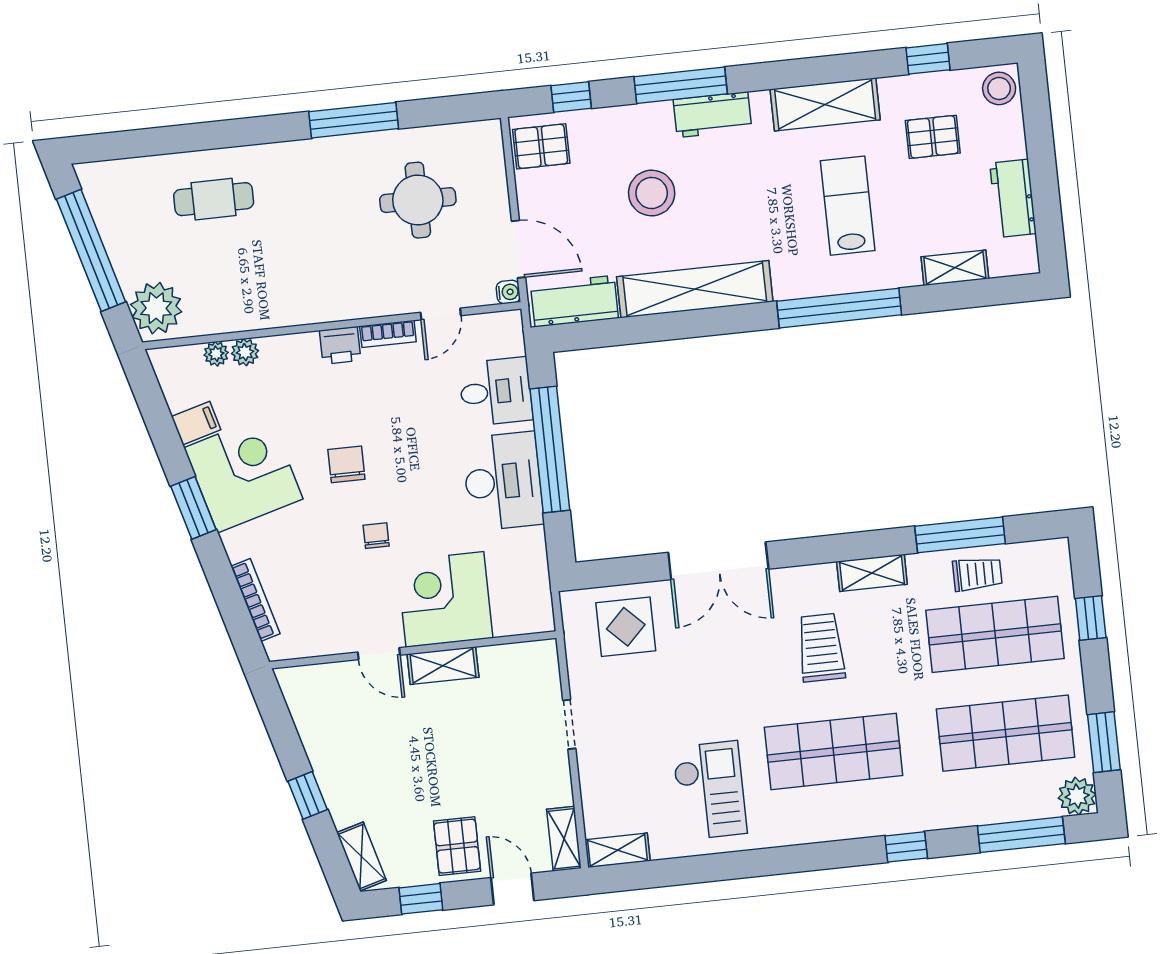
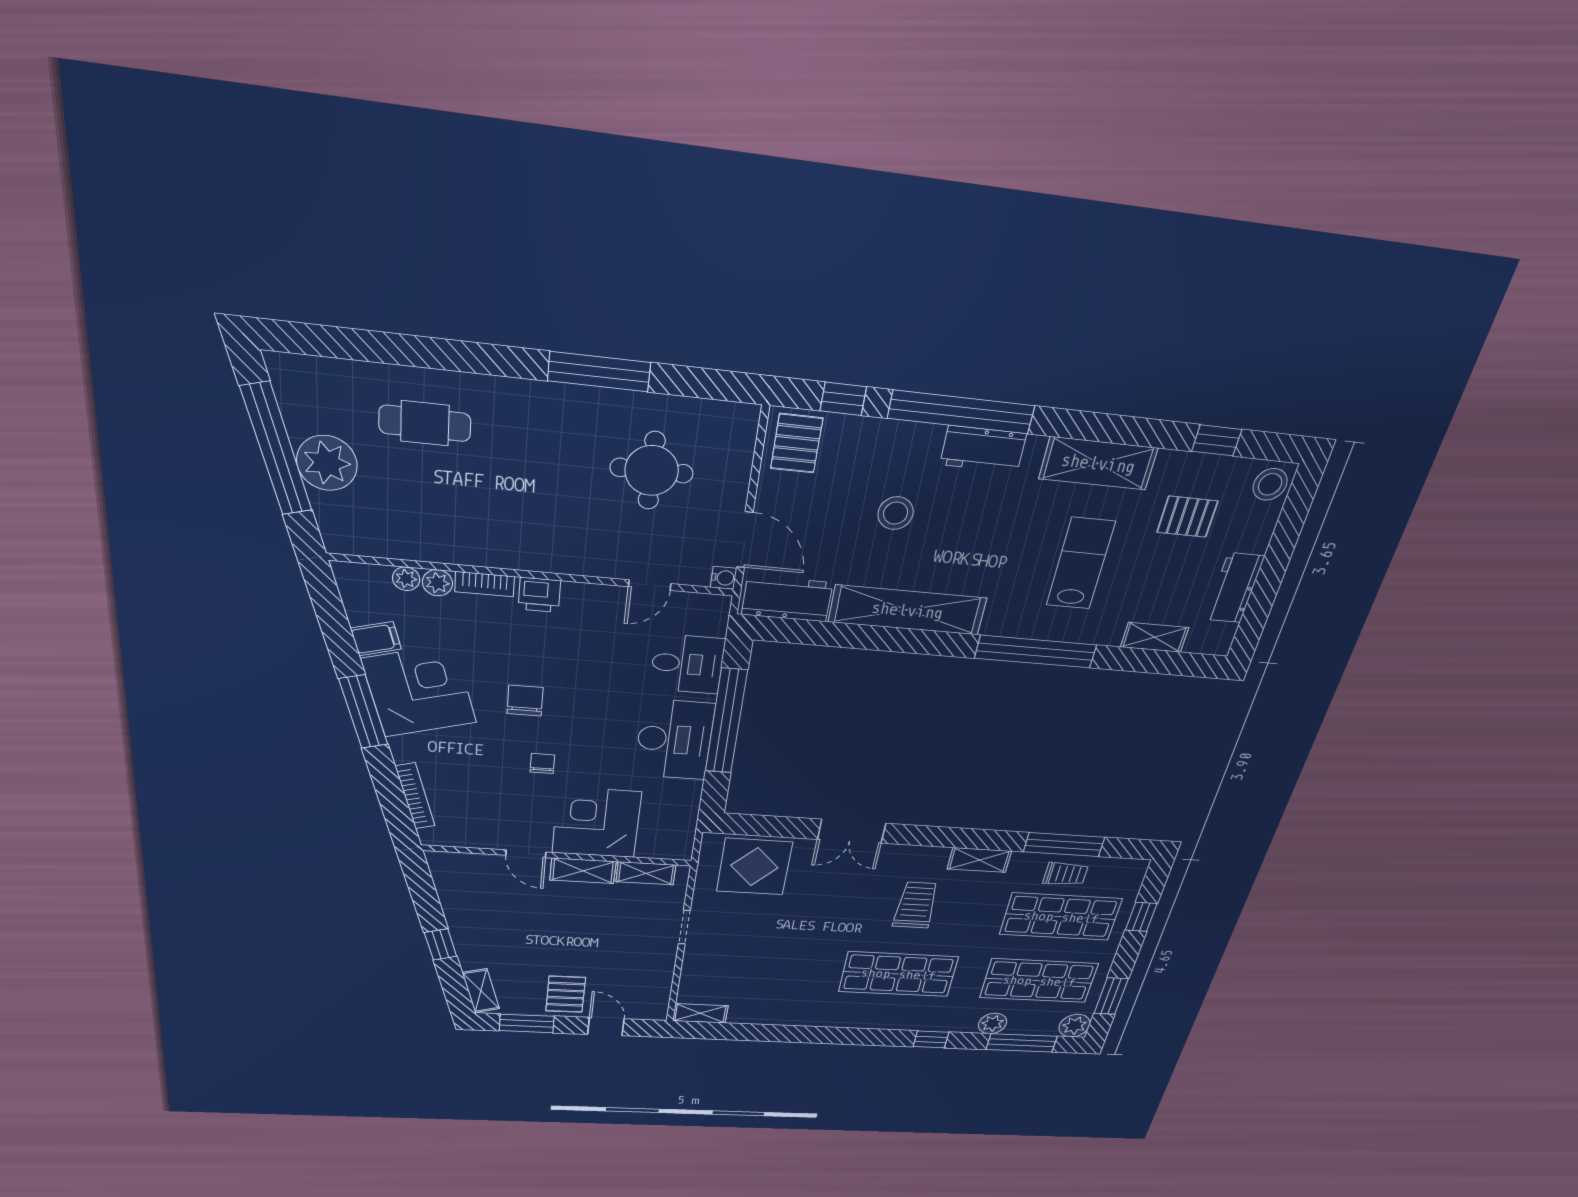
window: (681, 85) -> (961, 412), width x1.46
pallet: (541, 146) -> (797, 443), turned 90
stool: (652, 193) -> (896, 513), width x0.73, depth x0.73
plant: (156, 308) -> (327, 463), moved
bookcase: (388, 334) -> (485, 584), moved
window: (193, 508) -> (363, 712), width x1.44
double door: (718, 561) -> (852, 831), width x0.73
display table: (626, 627) -> (754, 867), width x1.36, depth x1.36
checkout: (710, 790) -> (789, 985), removed
plant: (974, 809) -> (993, 1023), added
shelving: (564, 839) -> (646, 873), moved, turned 90
window: (421, 899) -> (527, 1023), width x1.50

